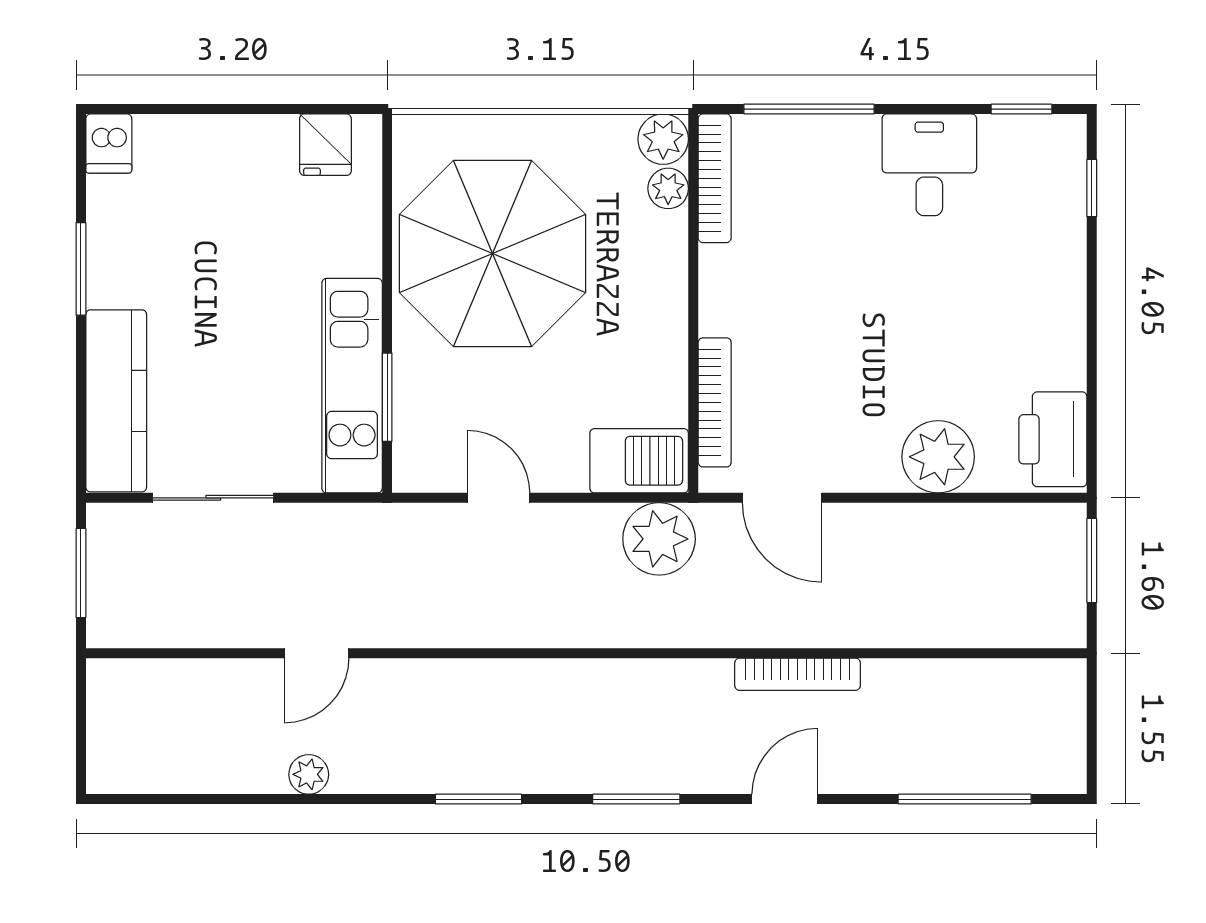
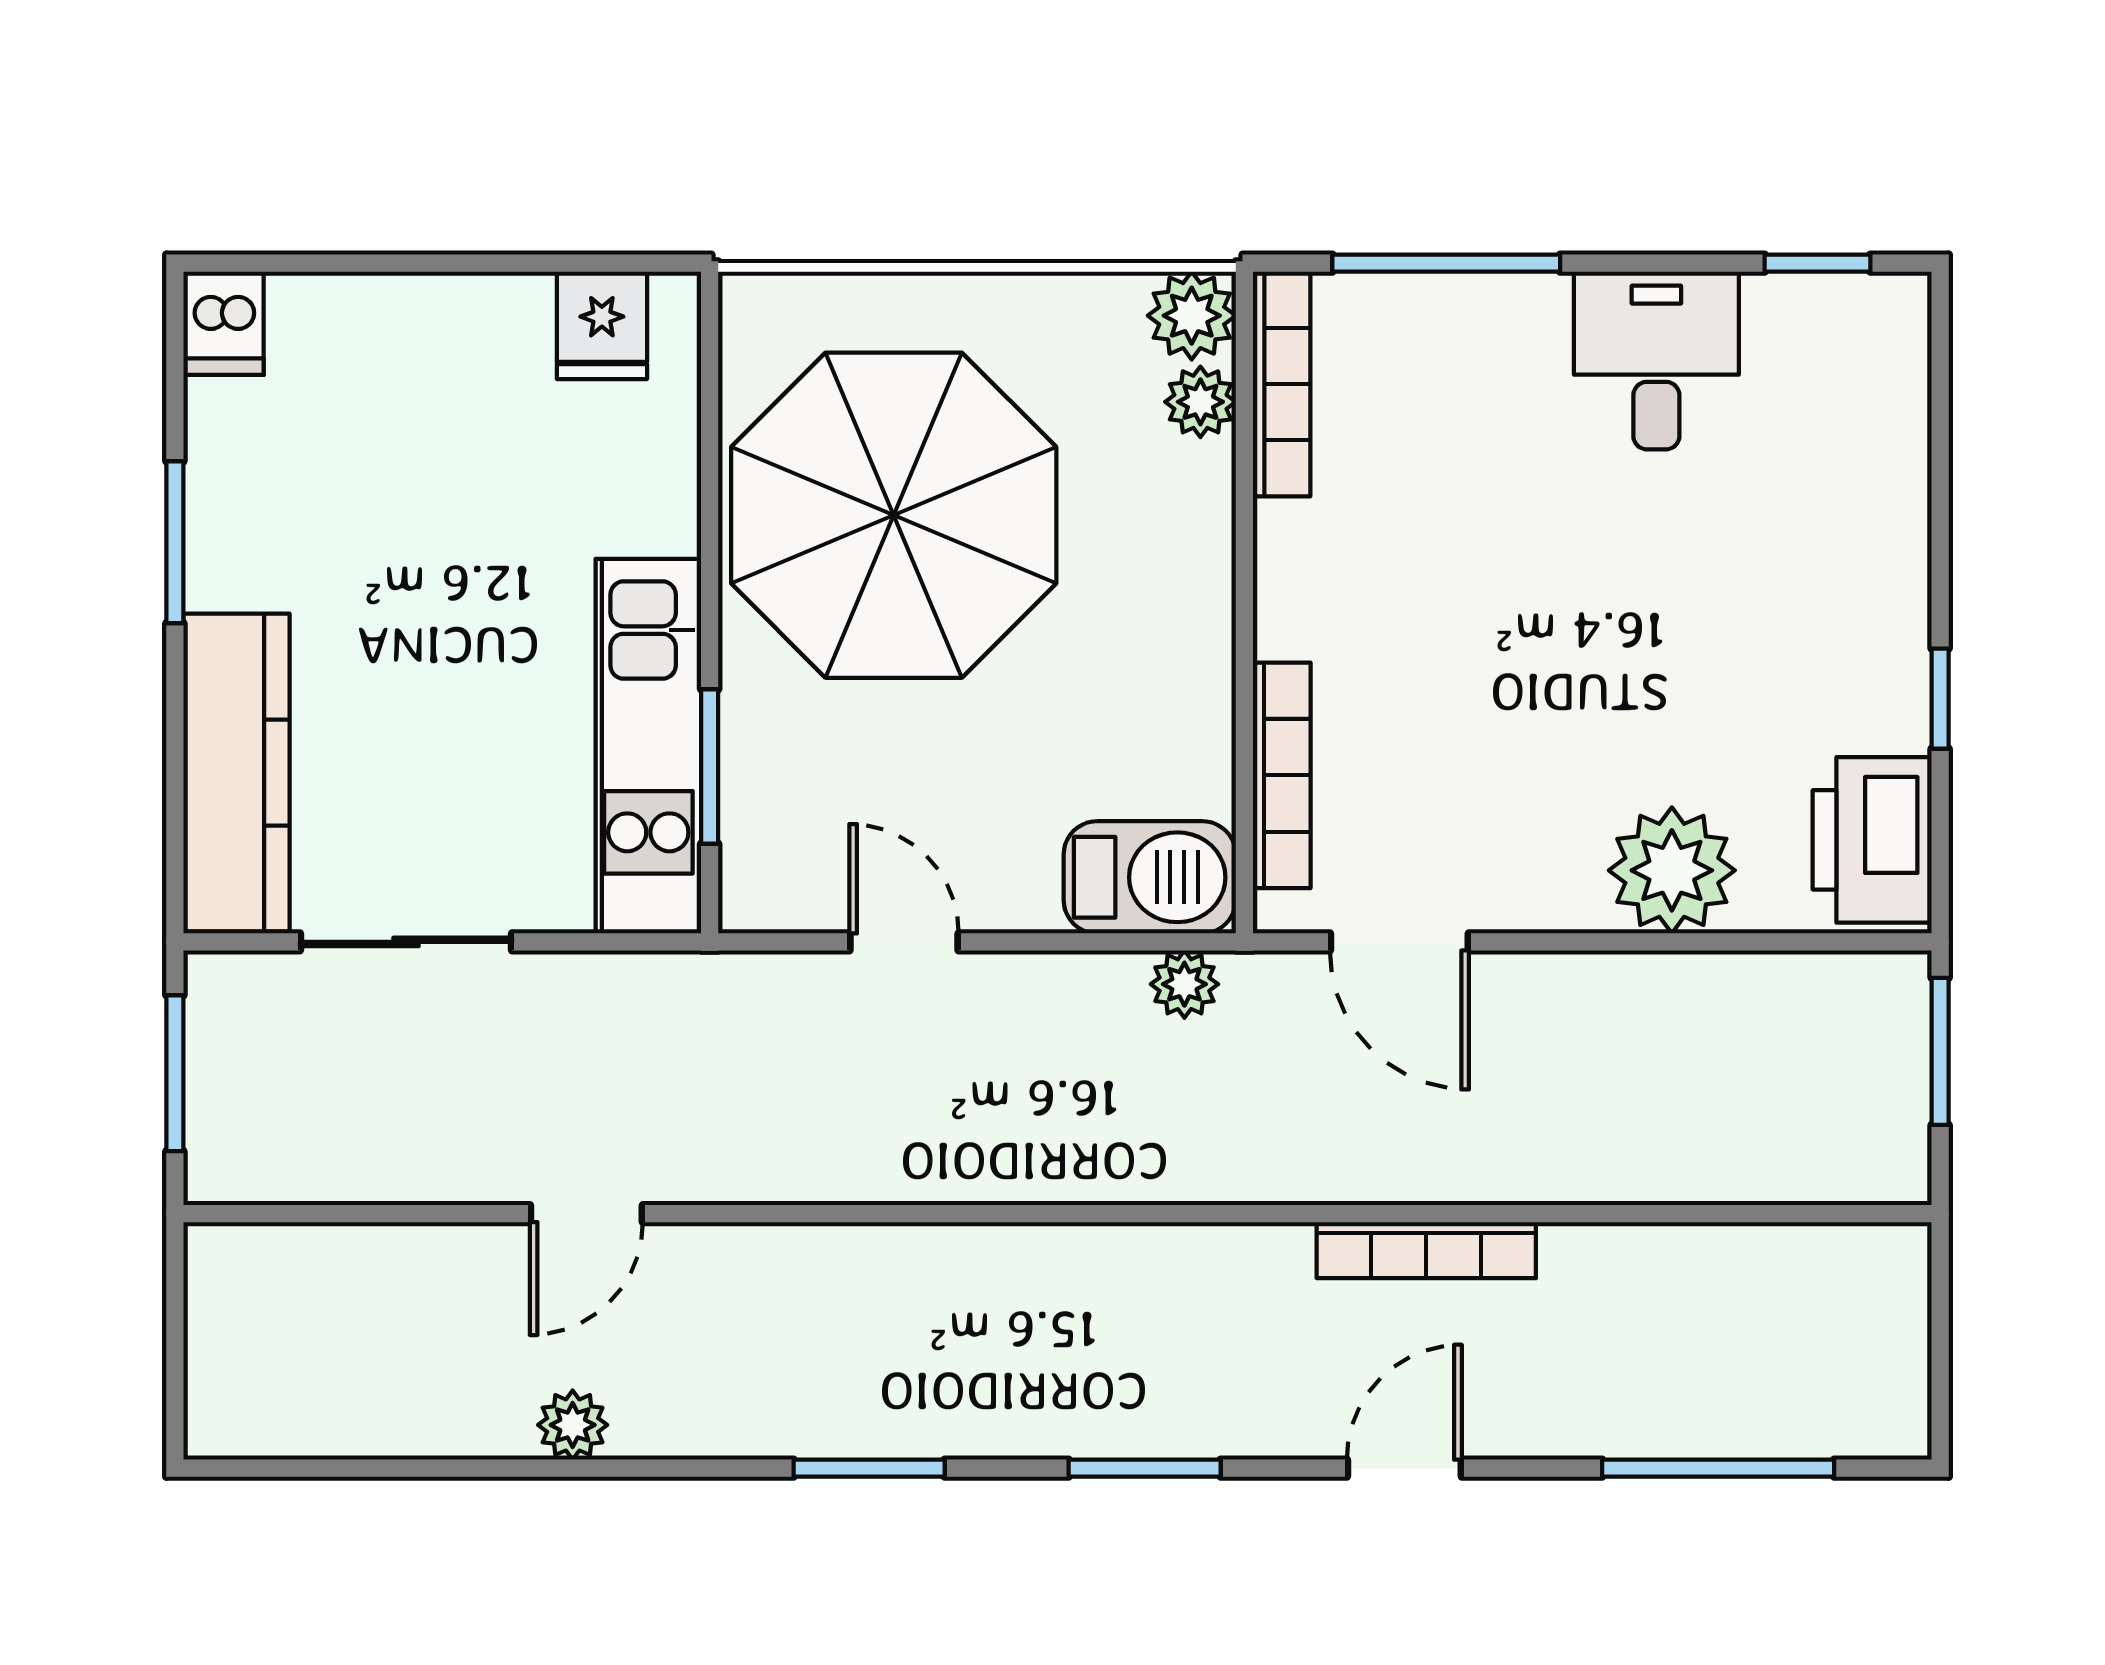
window: (1092, 188) -> (1940, 699), moved
plant: (659, 539) -> (1184, 984), width x0.53, depth x0.53

